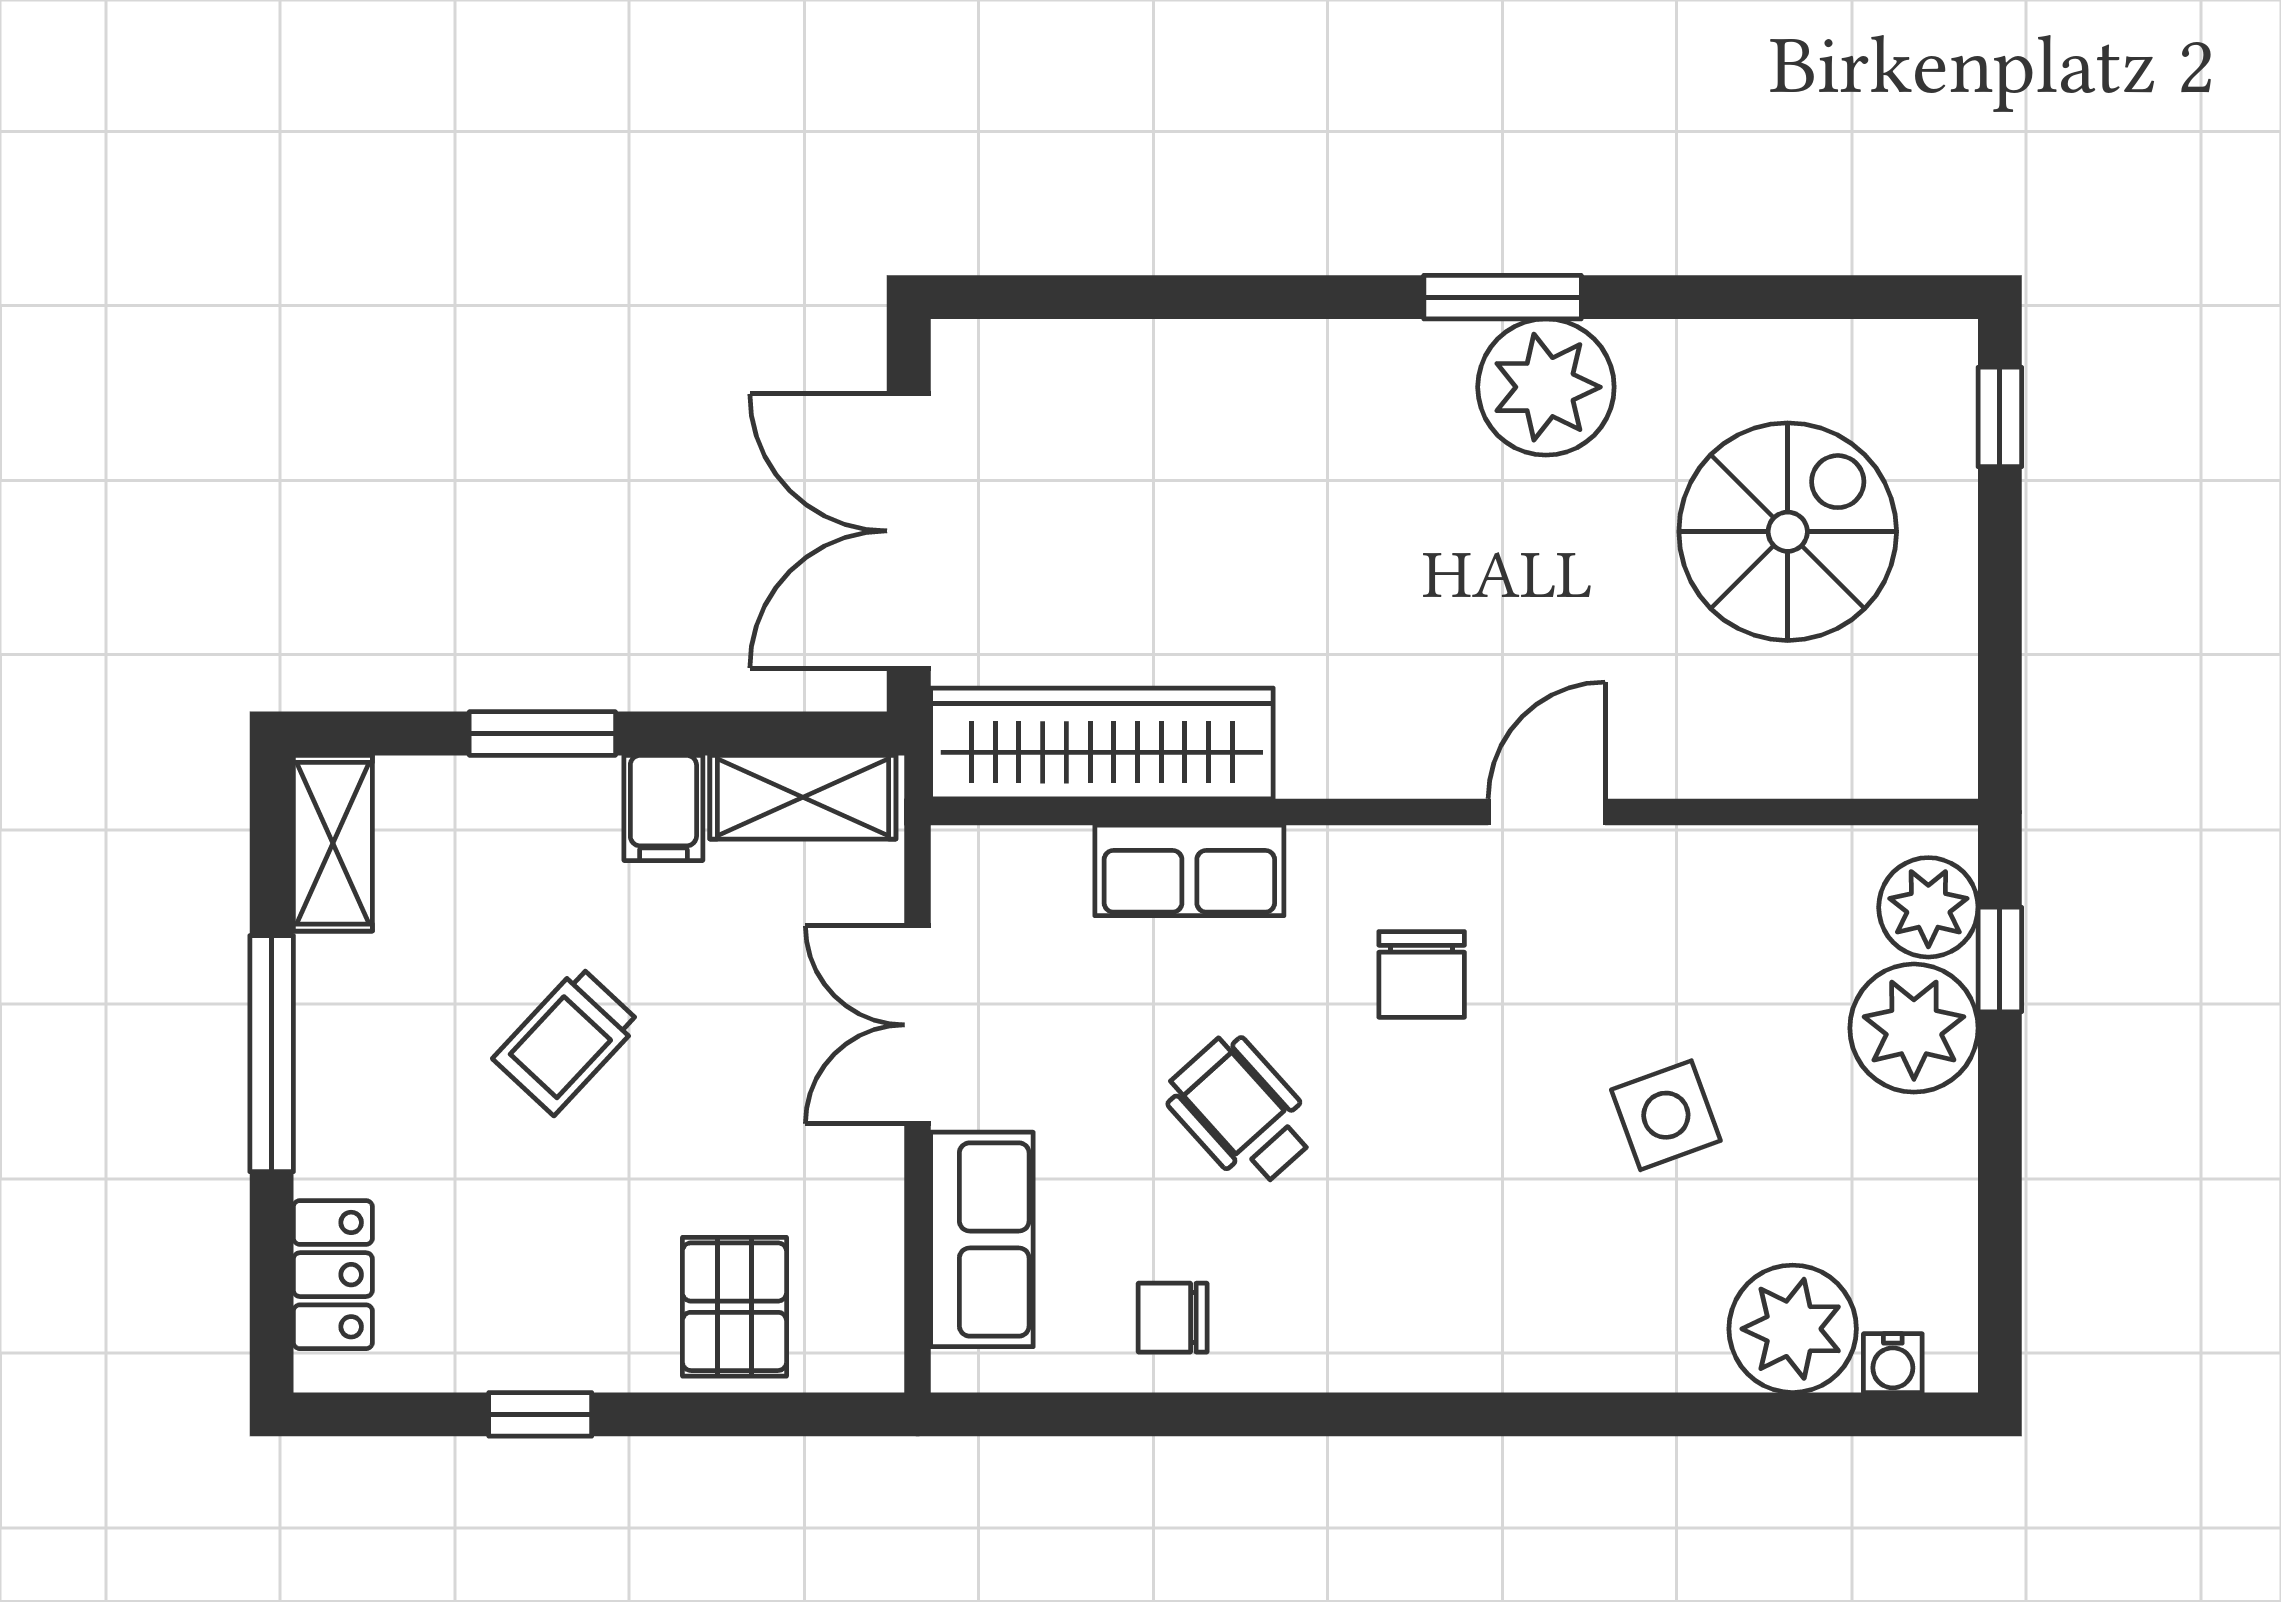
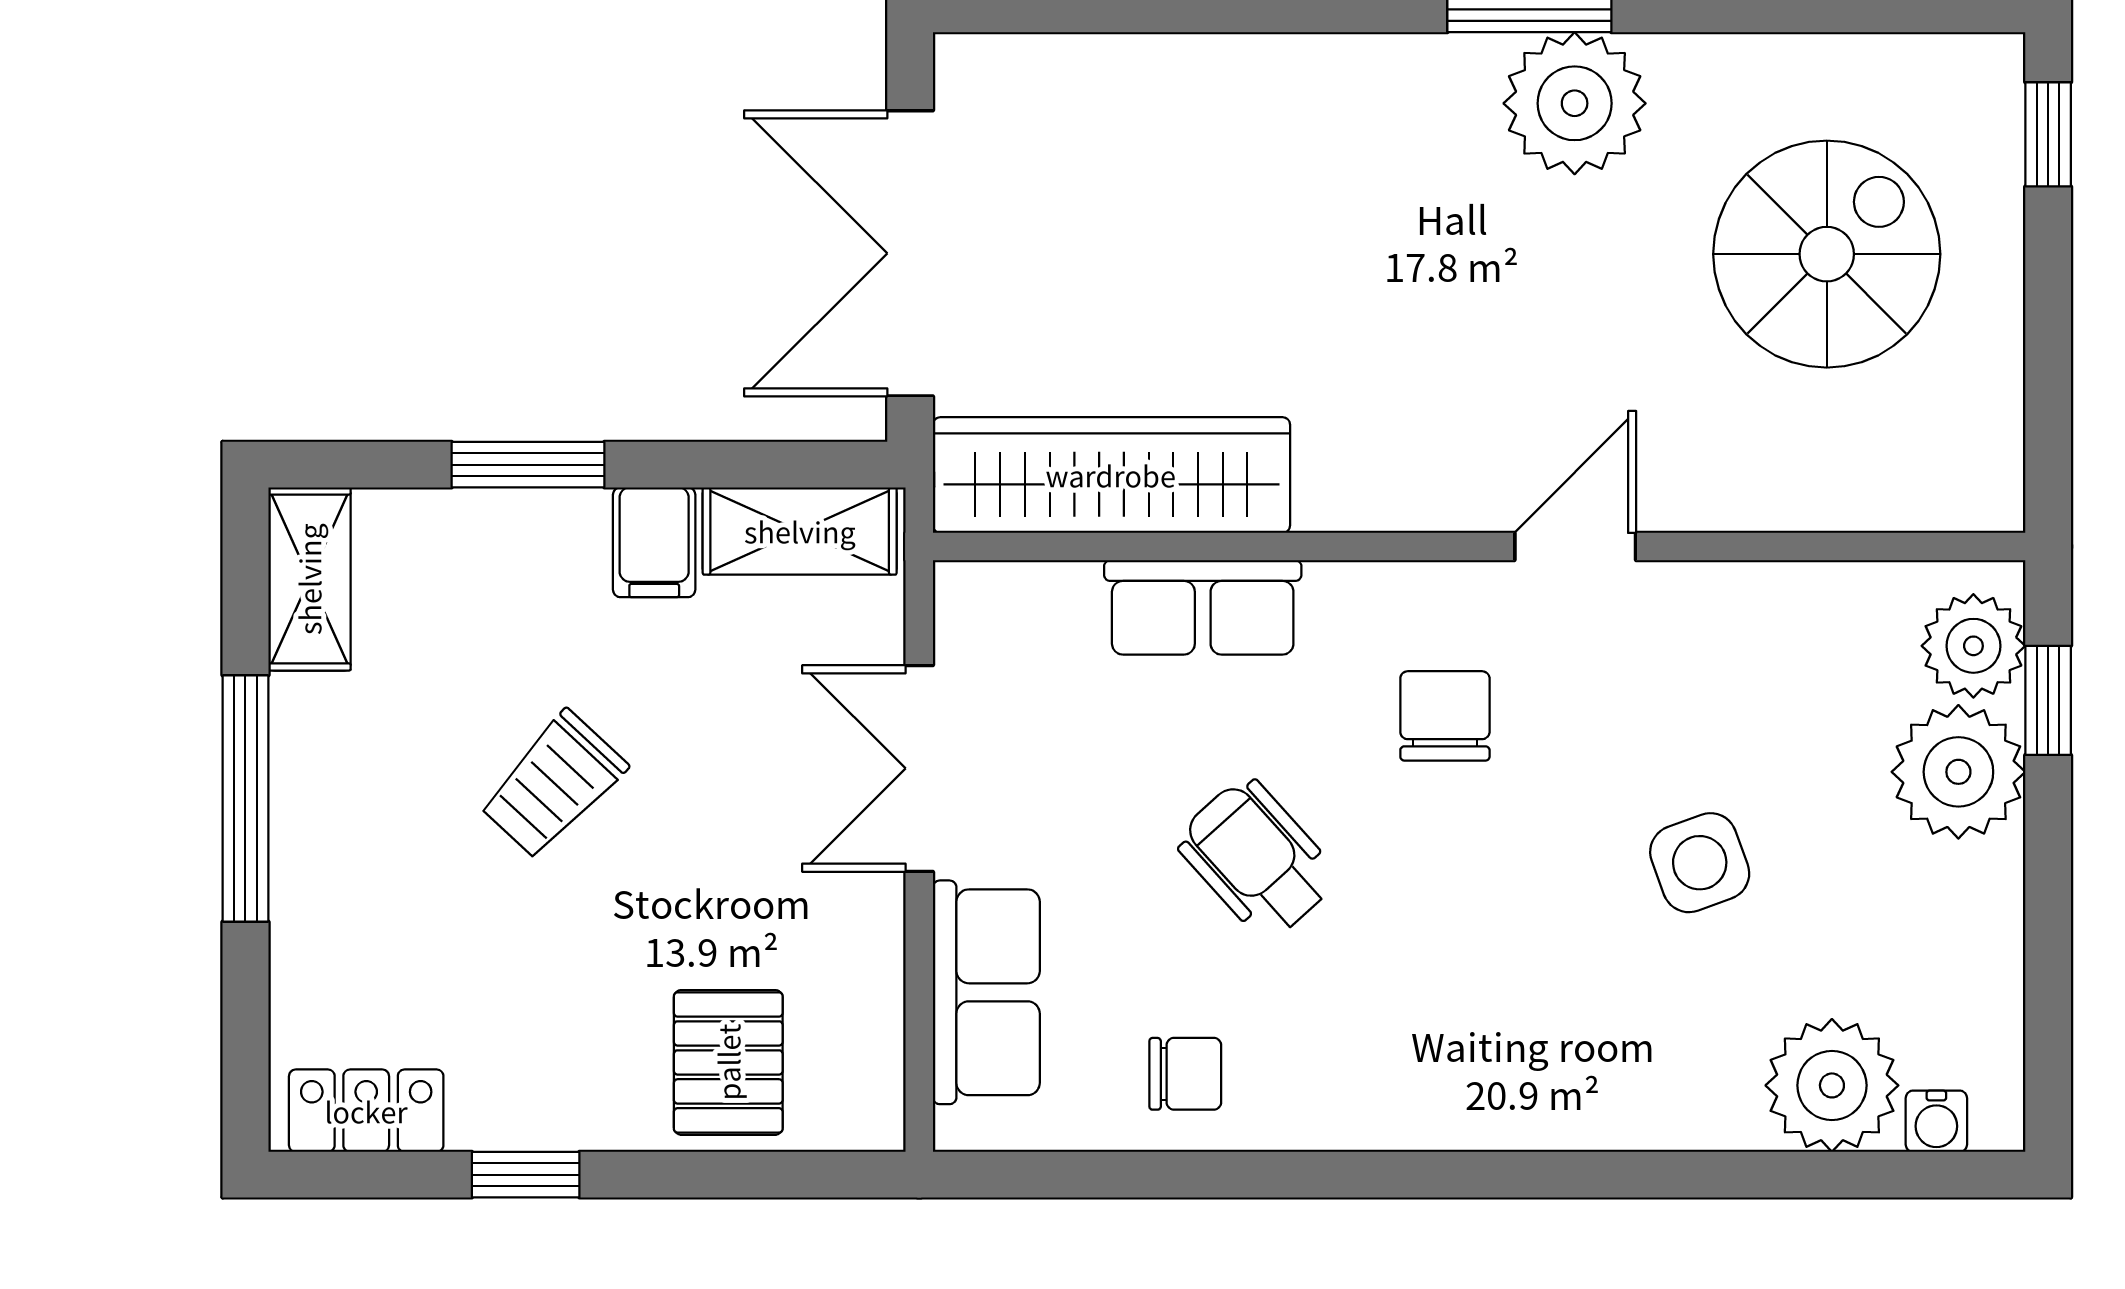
chair: (1422, 974) -> (1445, 716), turned 180
locker: (333, 1275) -> (366, 1111), moved, turned -90
chair: (1173, 1318) -> (1185, 1074), turned 180

